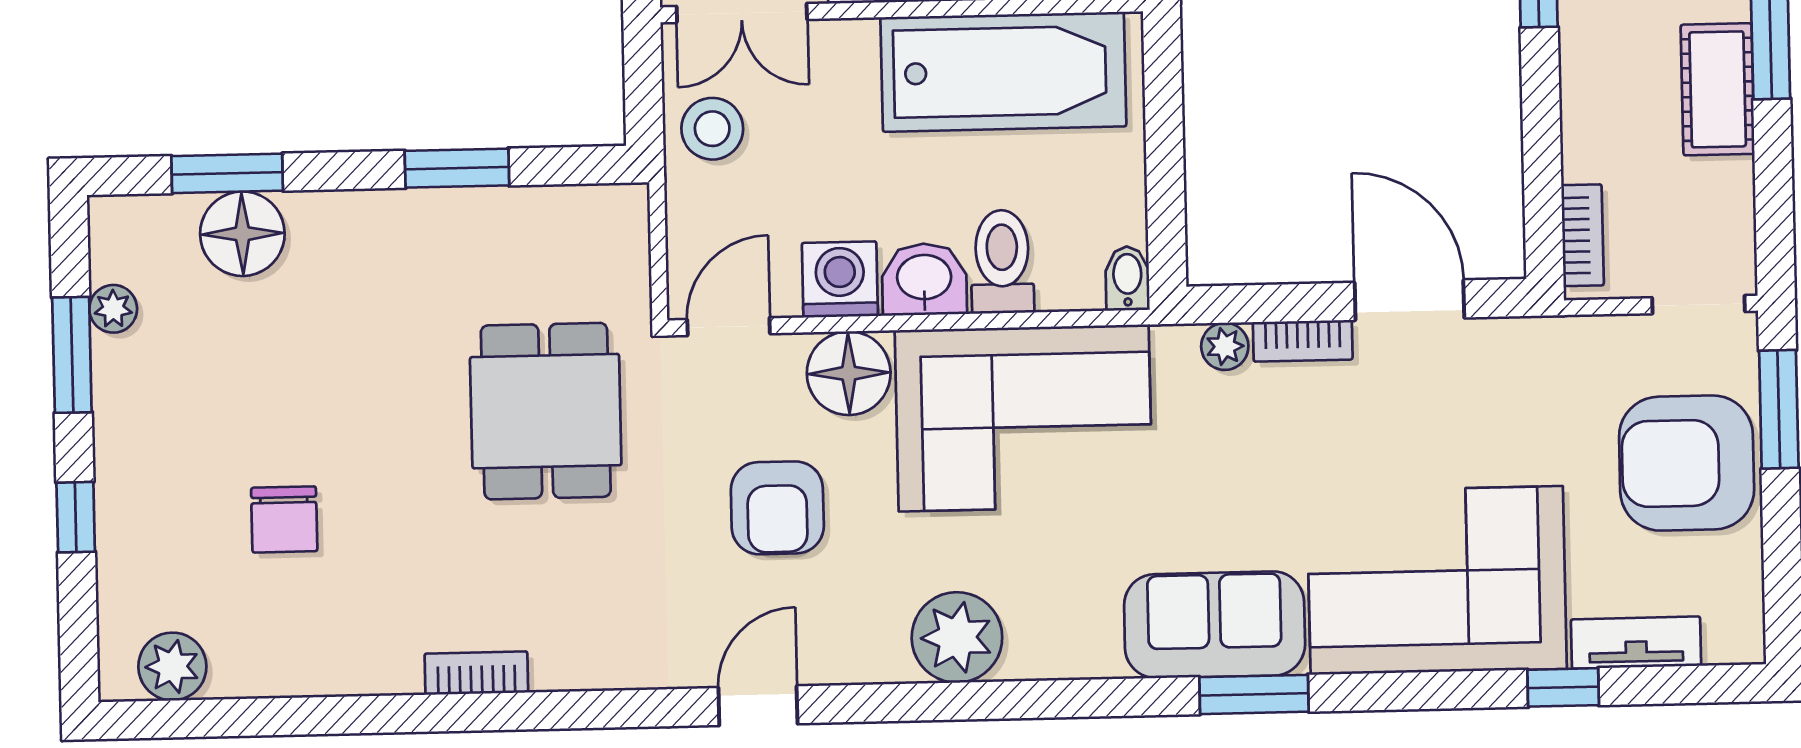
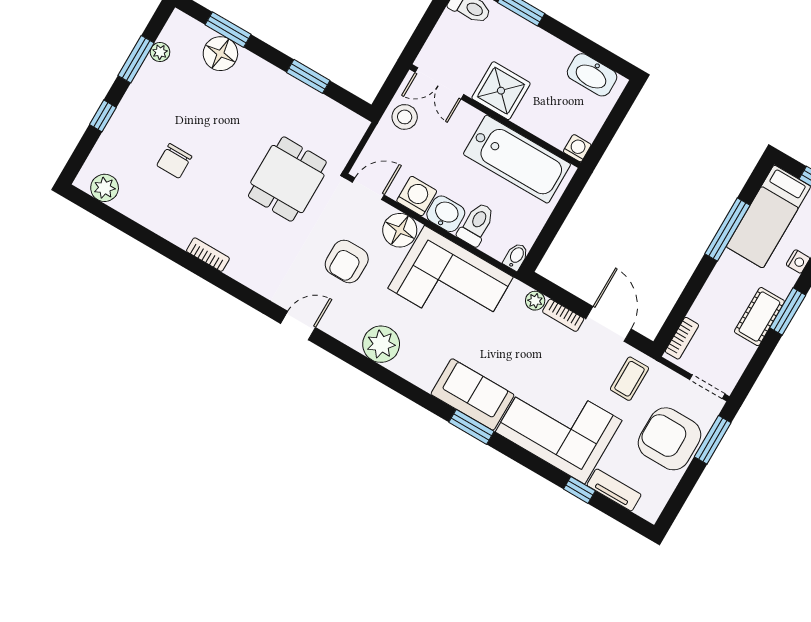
coffee table: (1525, 388) -> (629, 379), added

